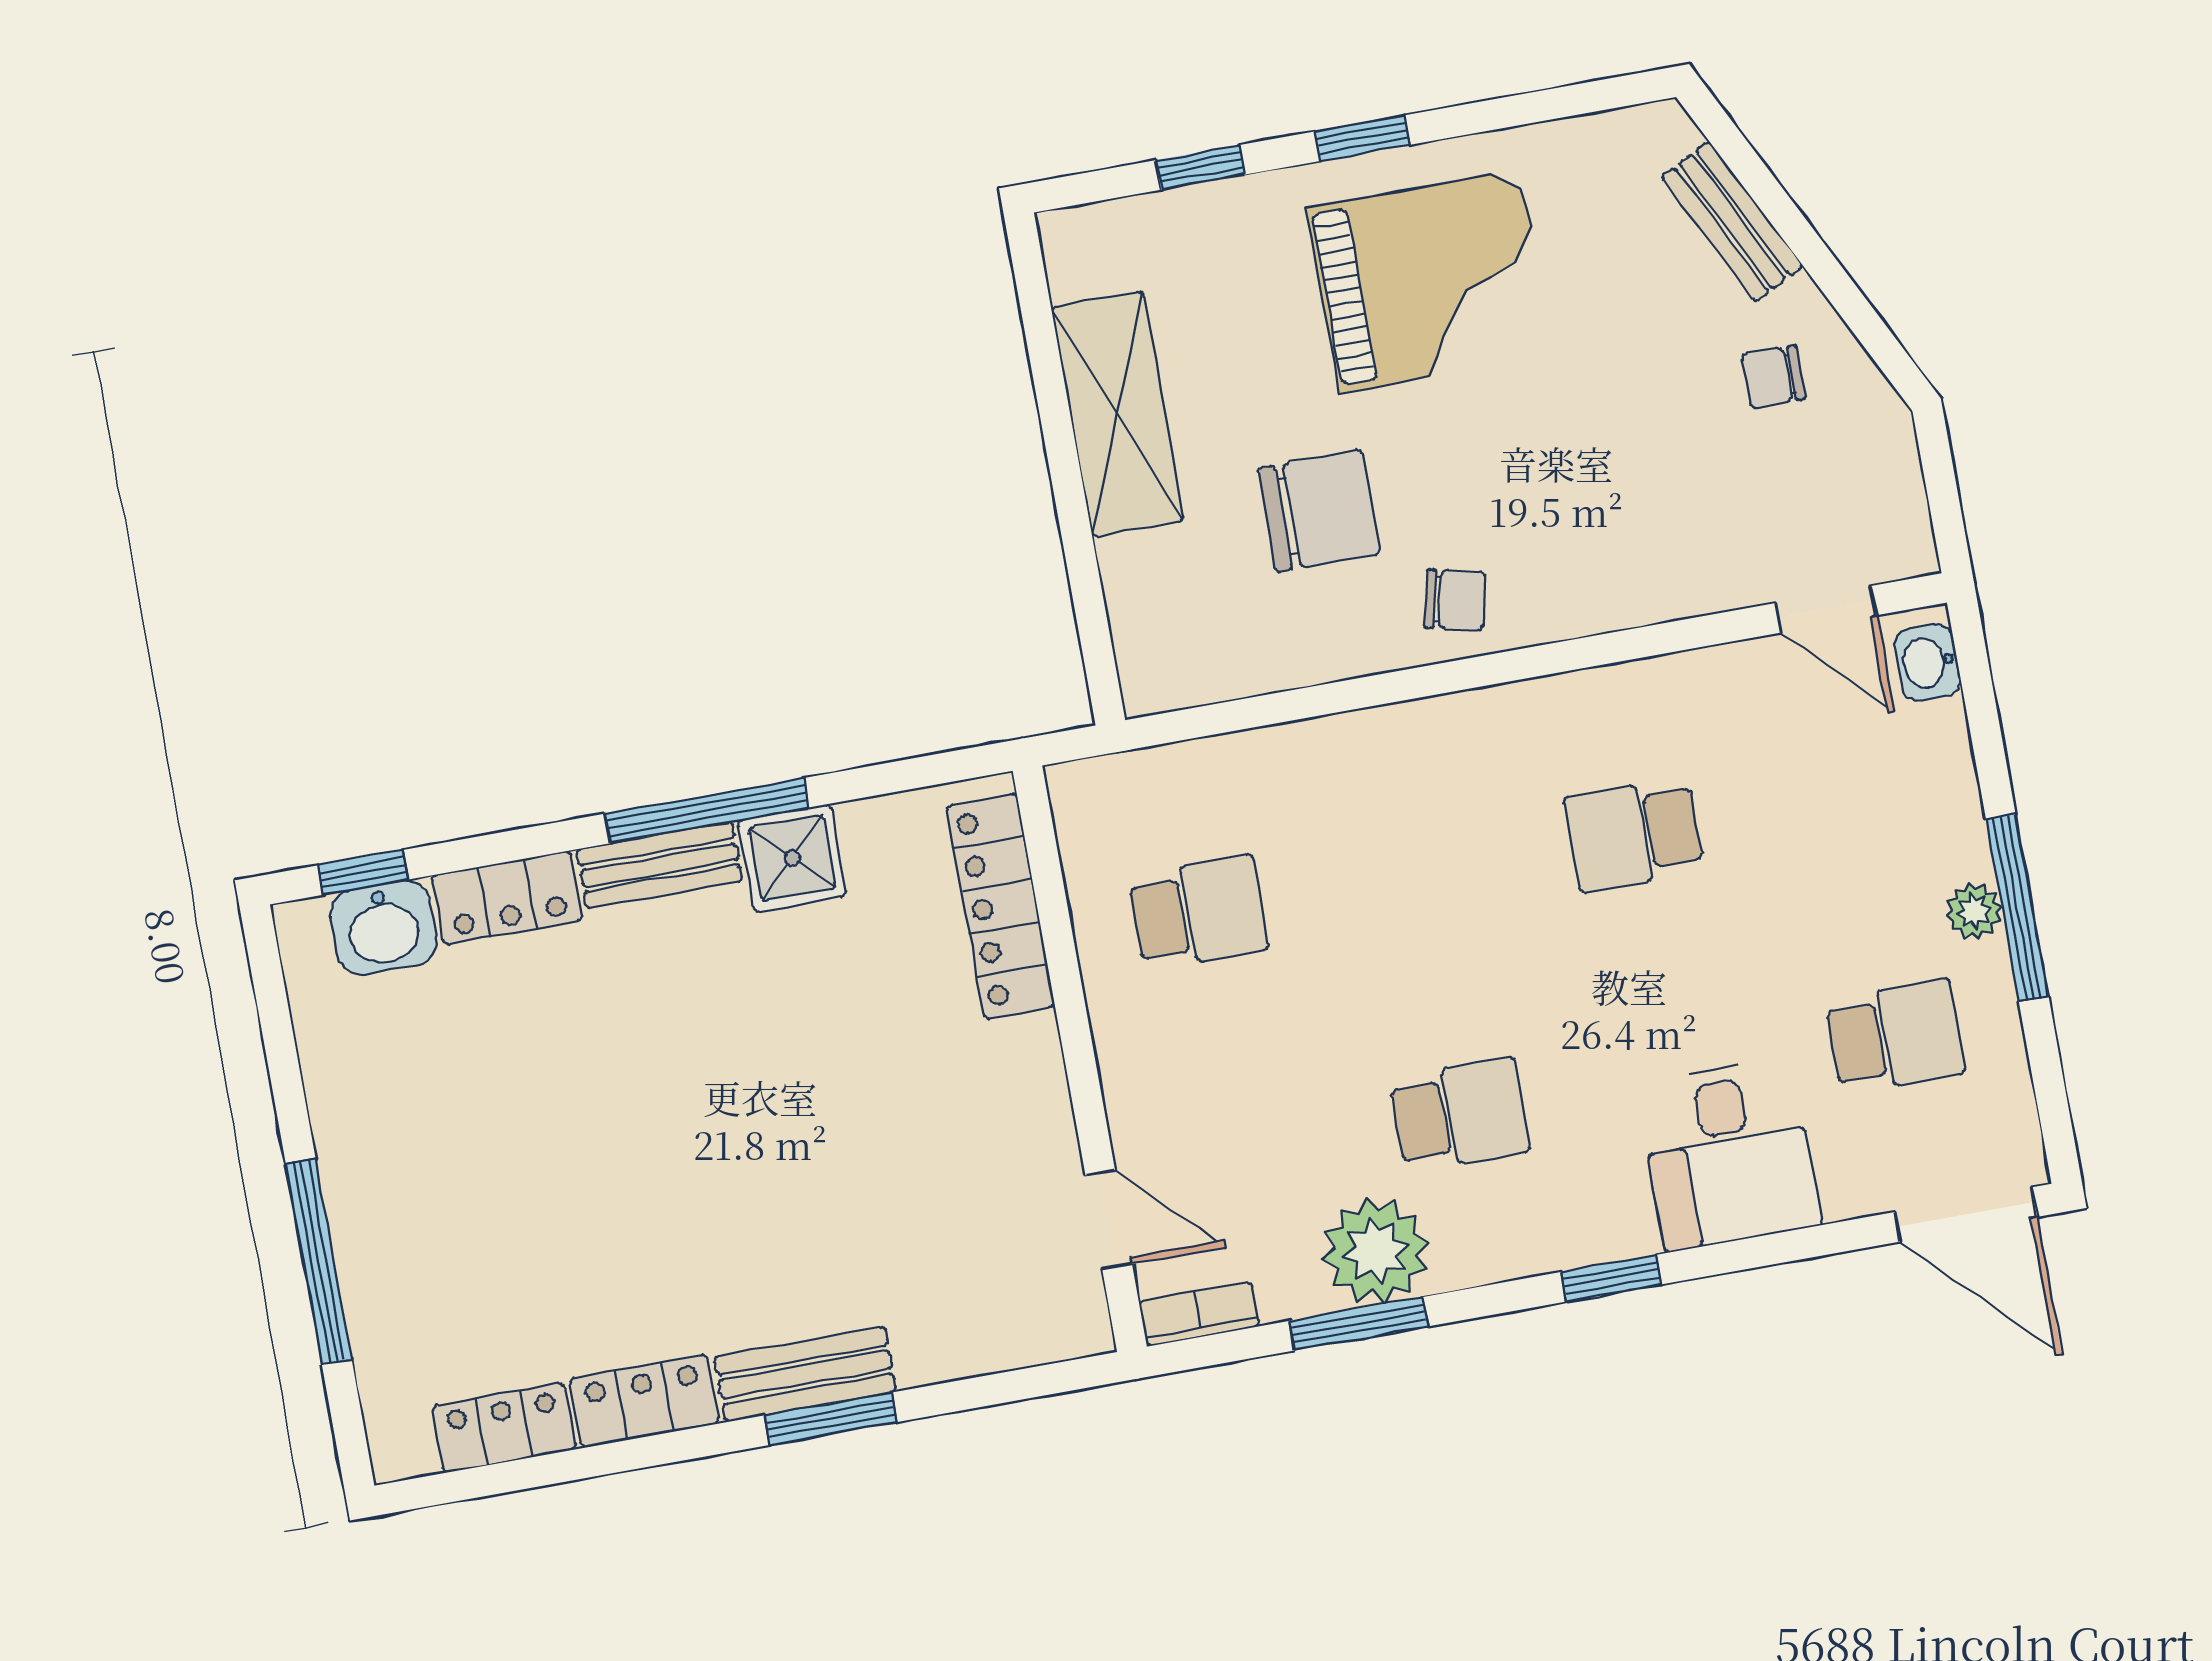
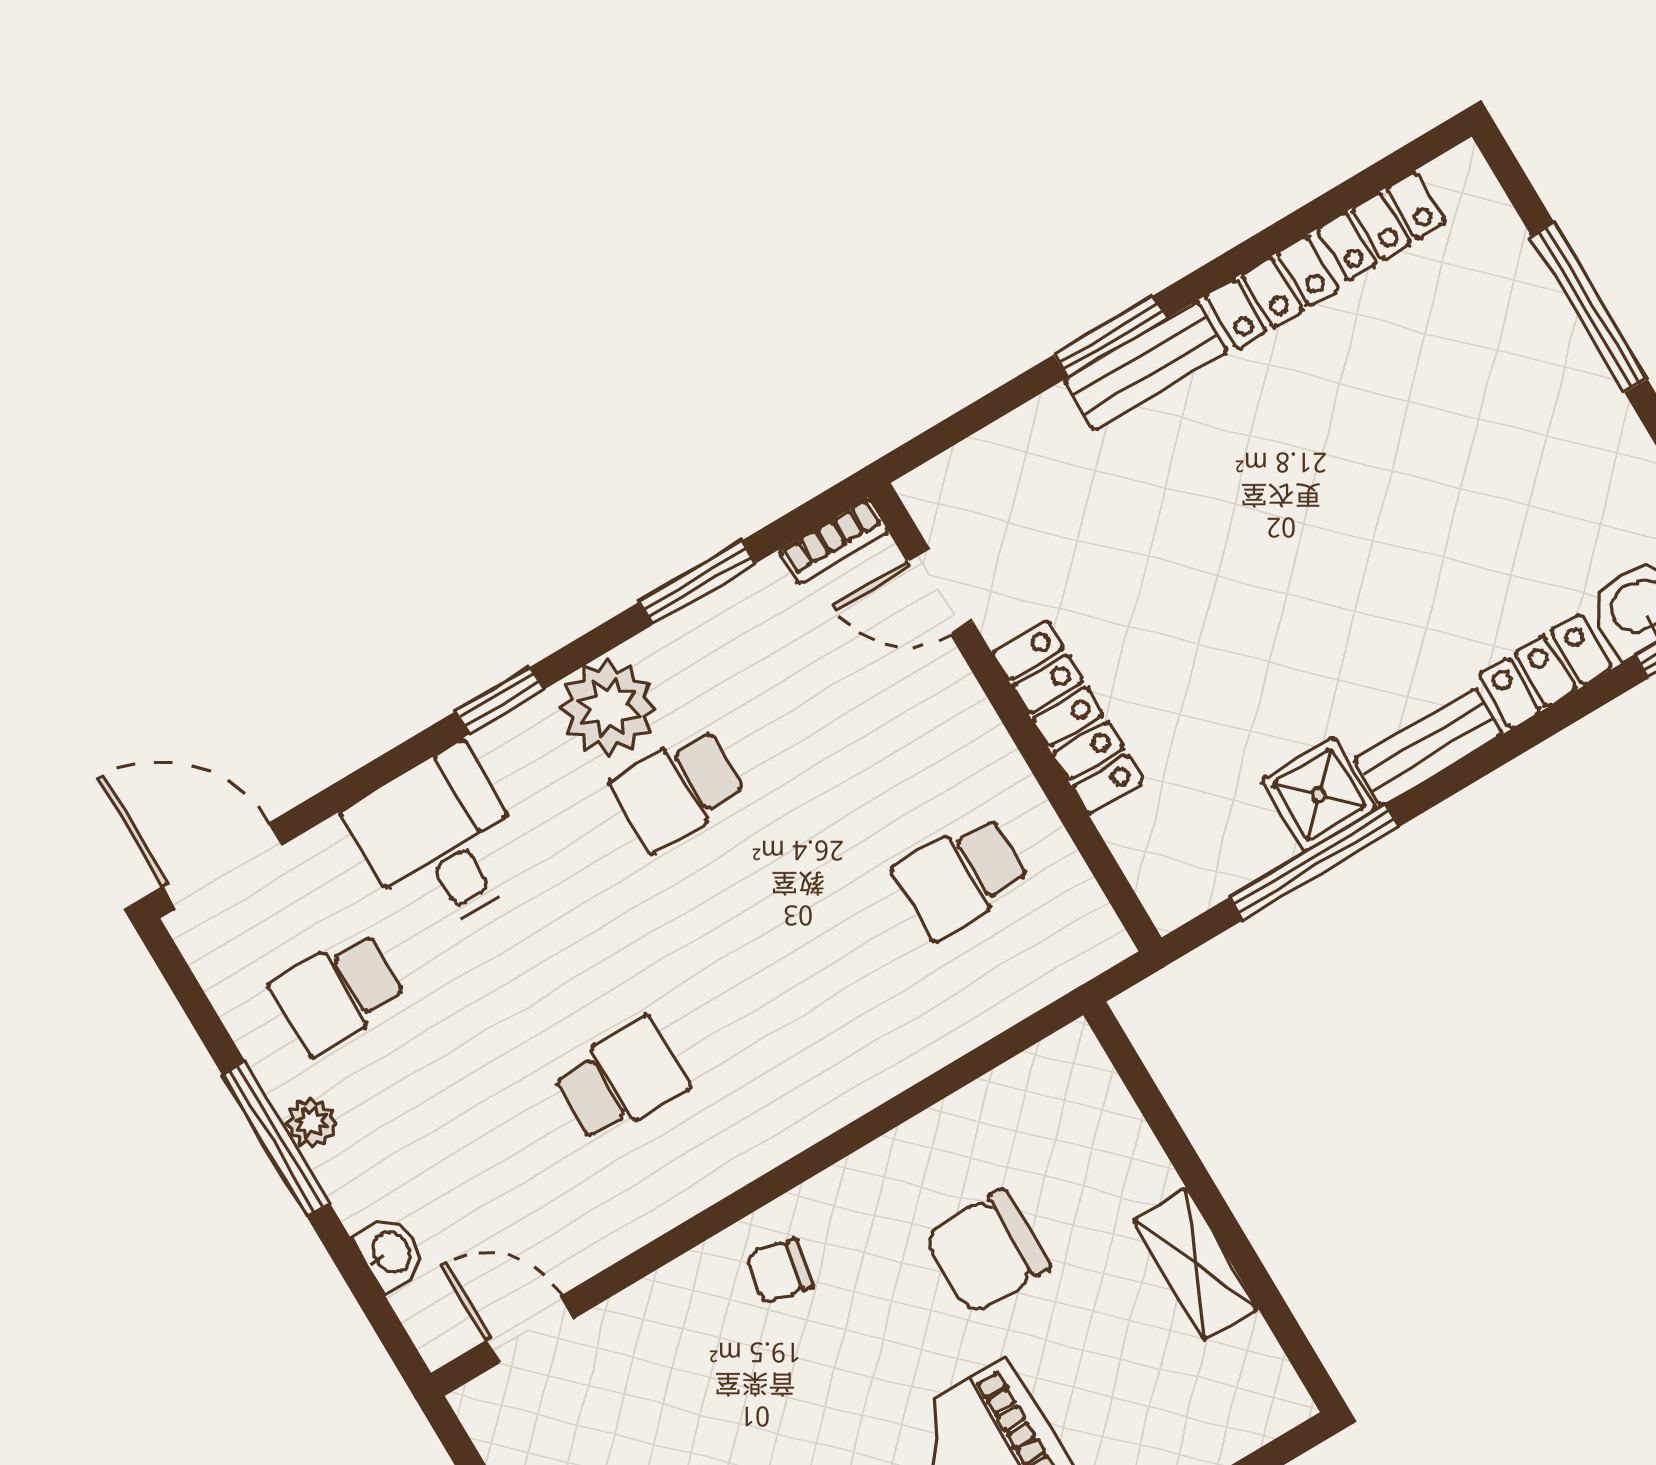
shelving: (1117, 414) -> (1195, 1264), width x0.67, depth x0.75
chair: (1455, 600) -> (780, 1271), moved
washbasin: (1928, 662) -> (390, 1253), moved
window: (707, 811) -> (1314, 862), moved
locker: (1001, 906) -> (1068, 717), moved
plant: (1376, 1251) -> (608, 708), moved

